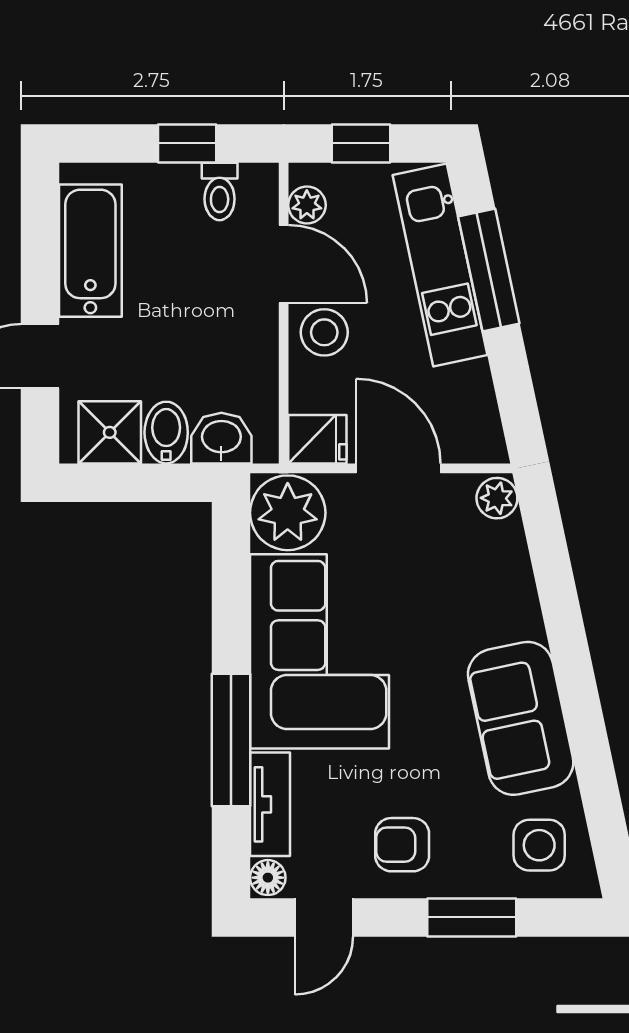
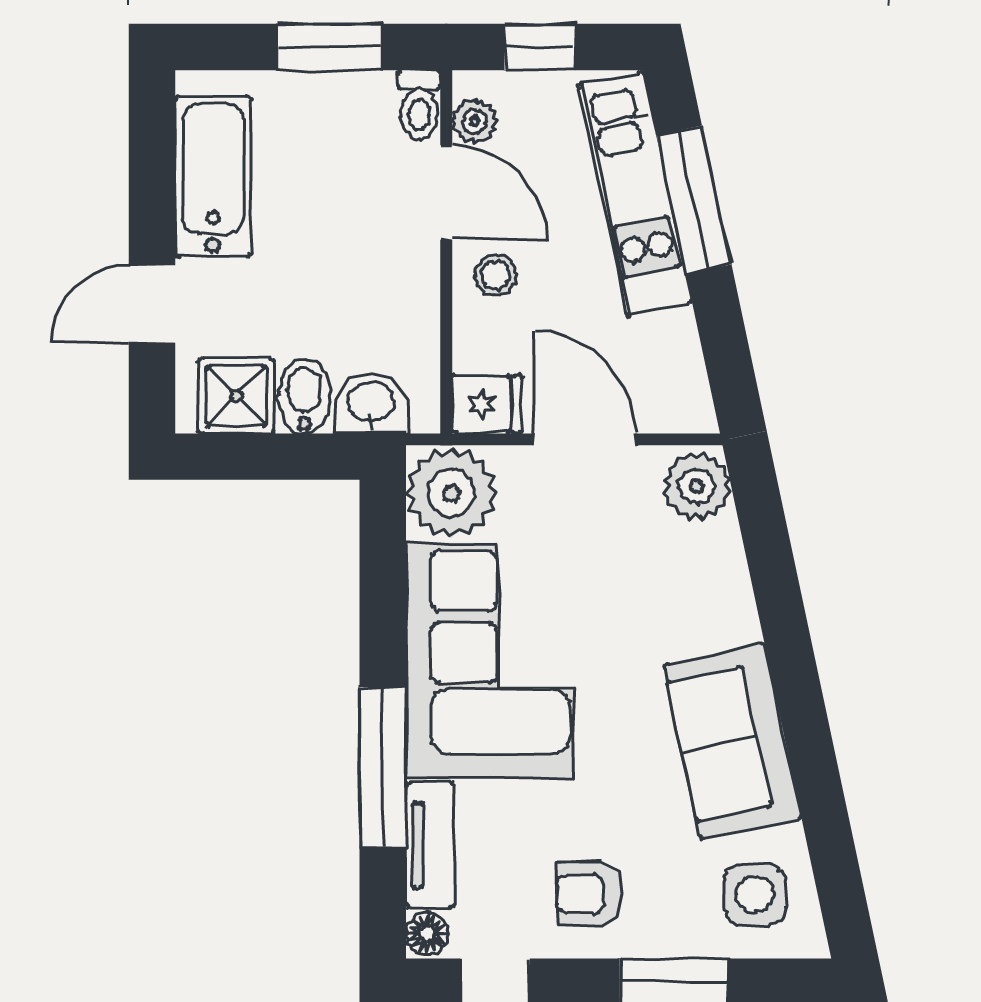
window: (187, 143) -> (330, 47), width x1.50
toilet: (220, 191) -> (419, 105), moved
stool: (324, 332) -> (495, 275), width x0.73, depth x0.73
plant: (497, 498) -> (697, 486), width x1.38, depth x1.38

